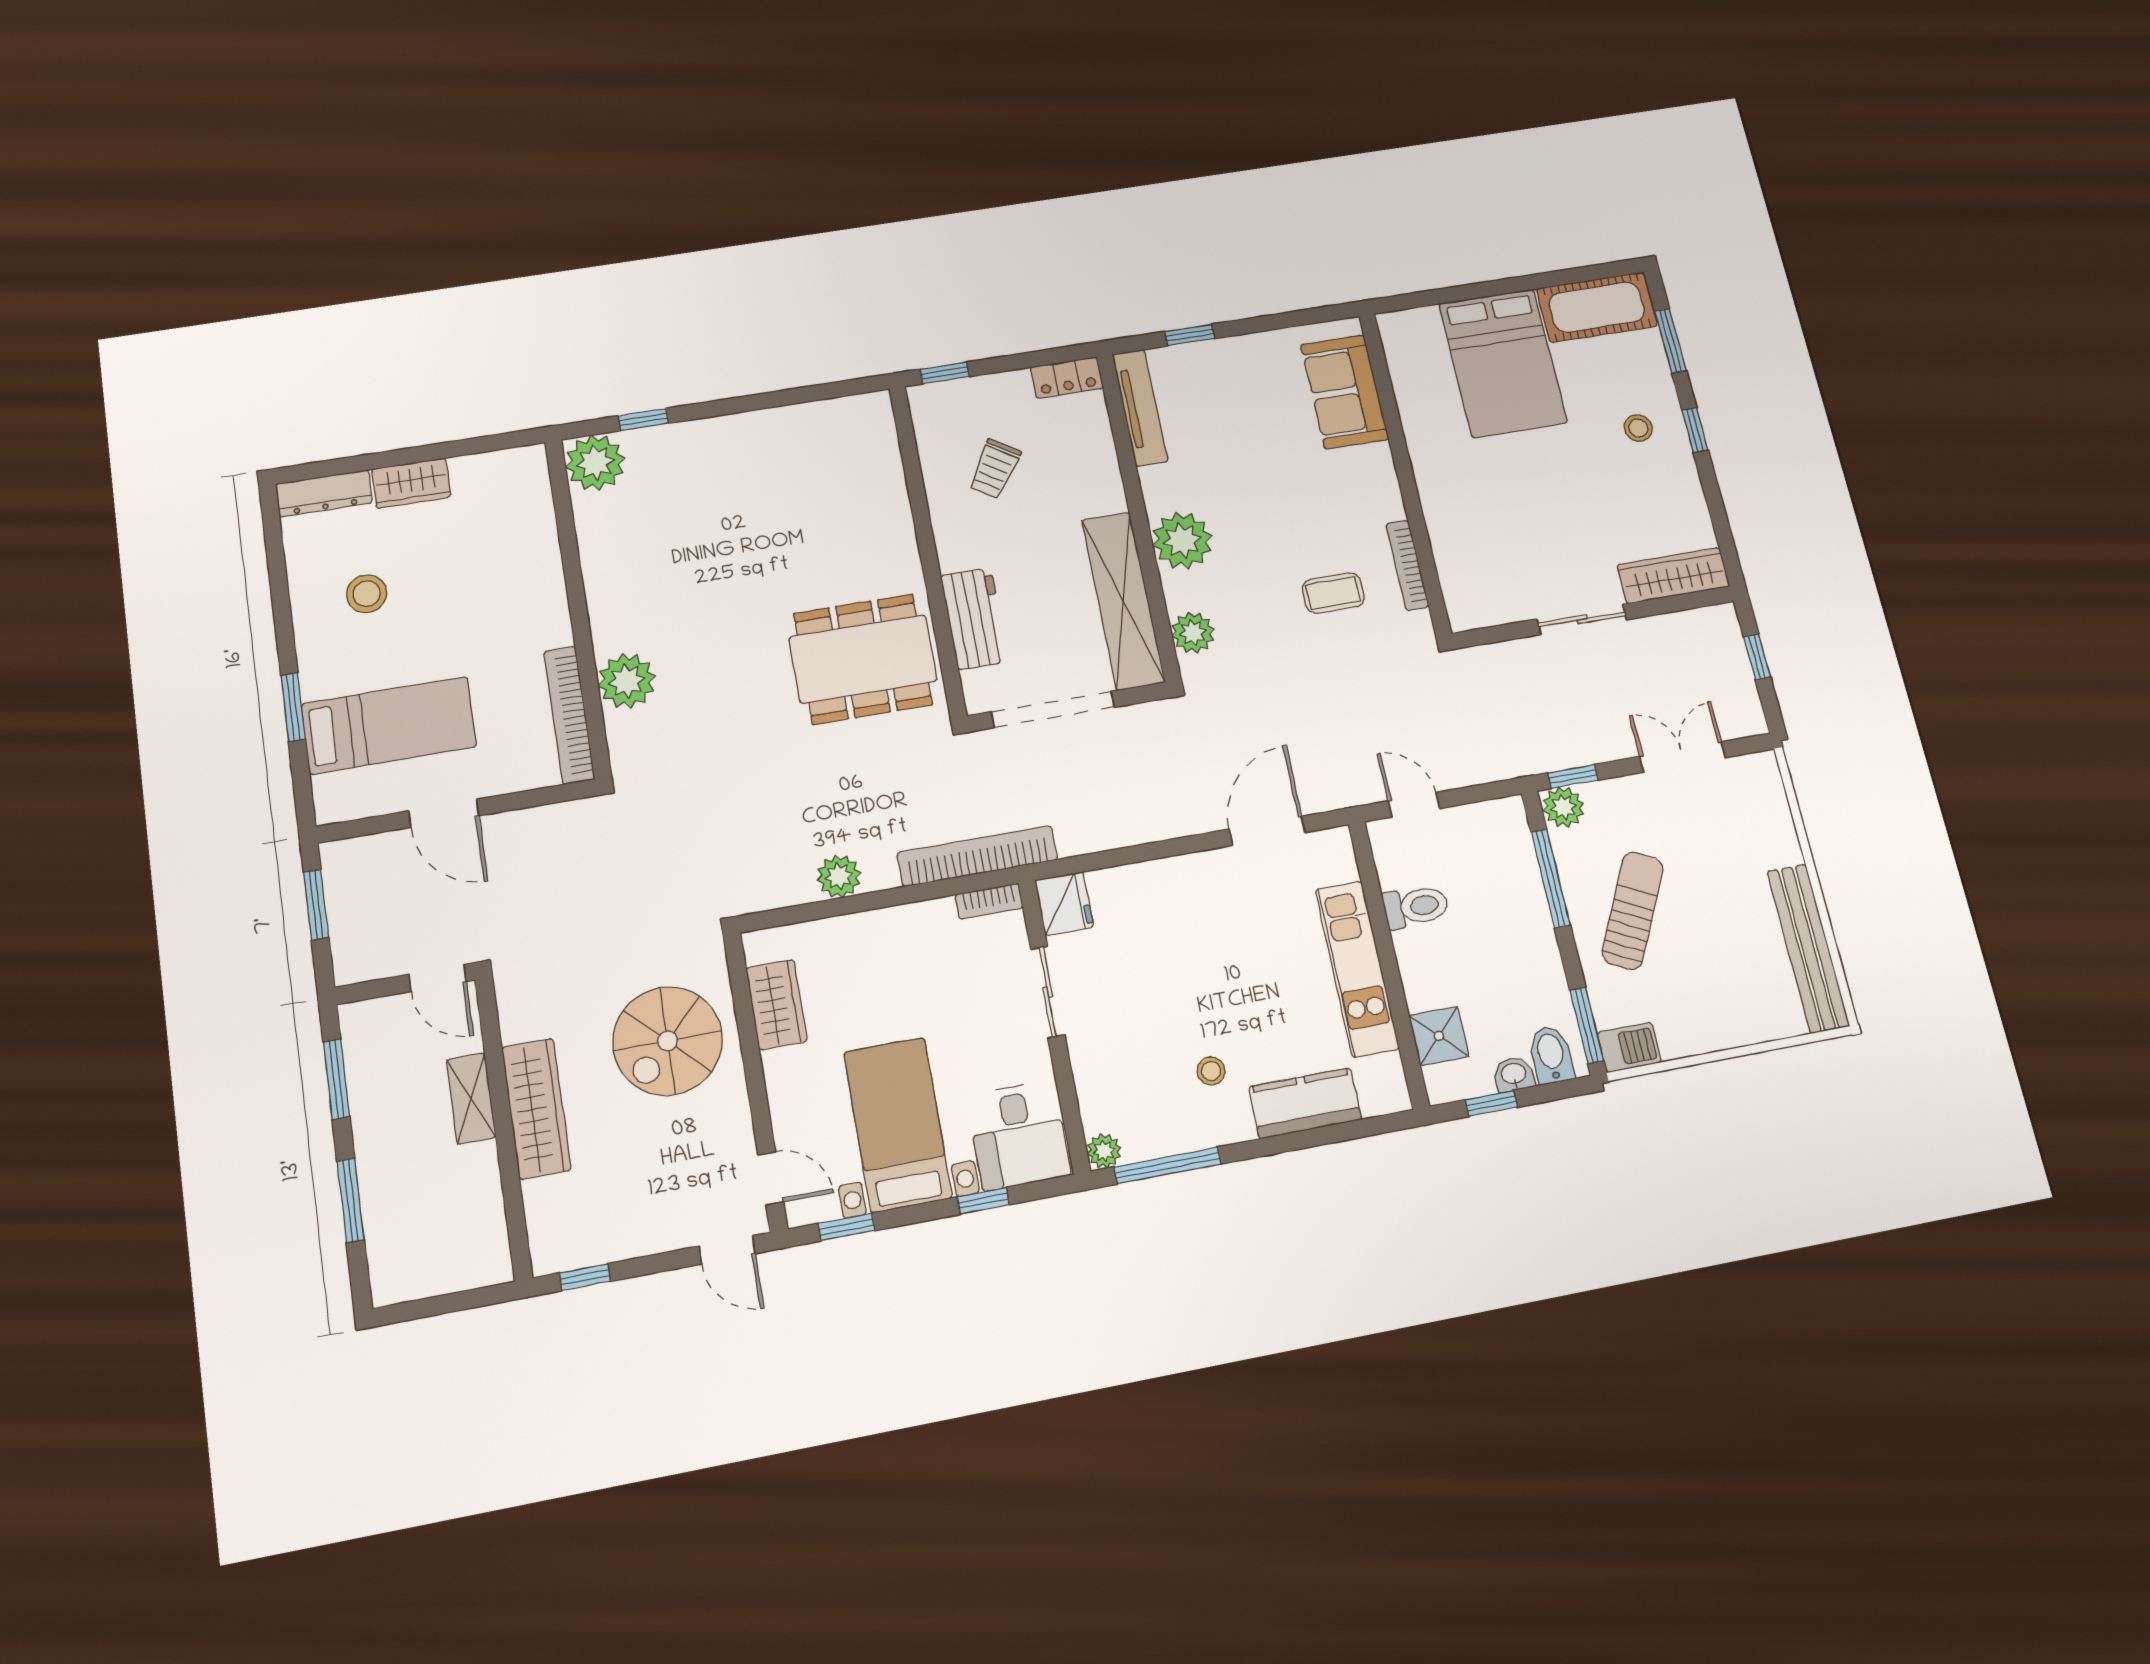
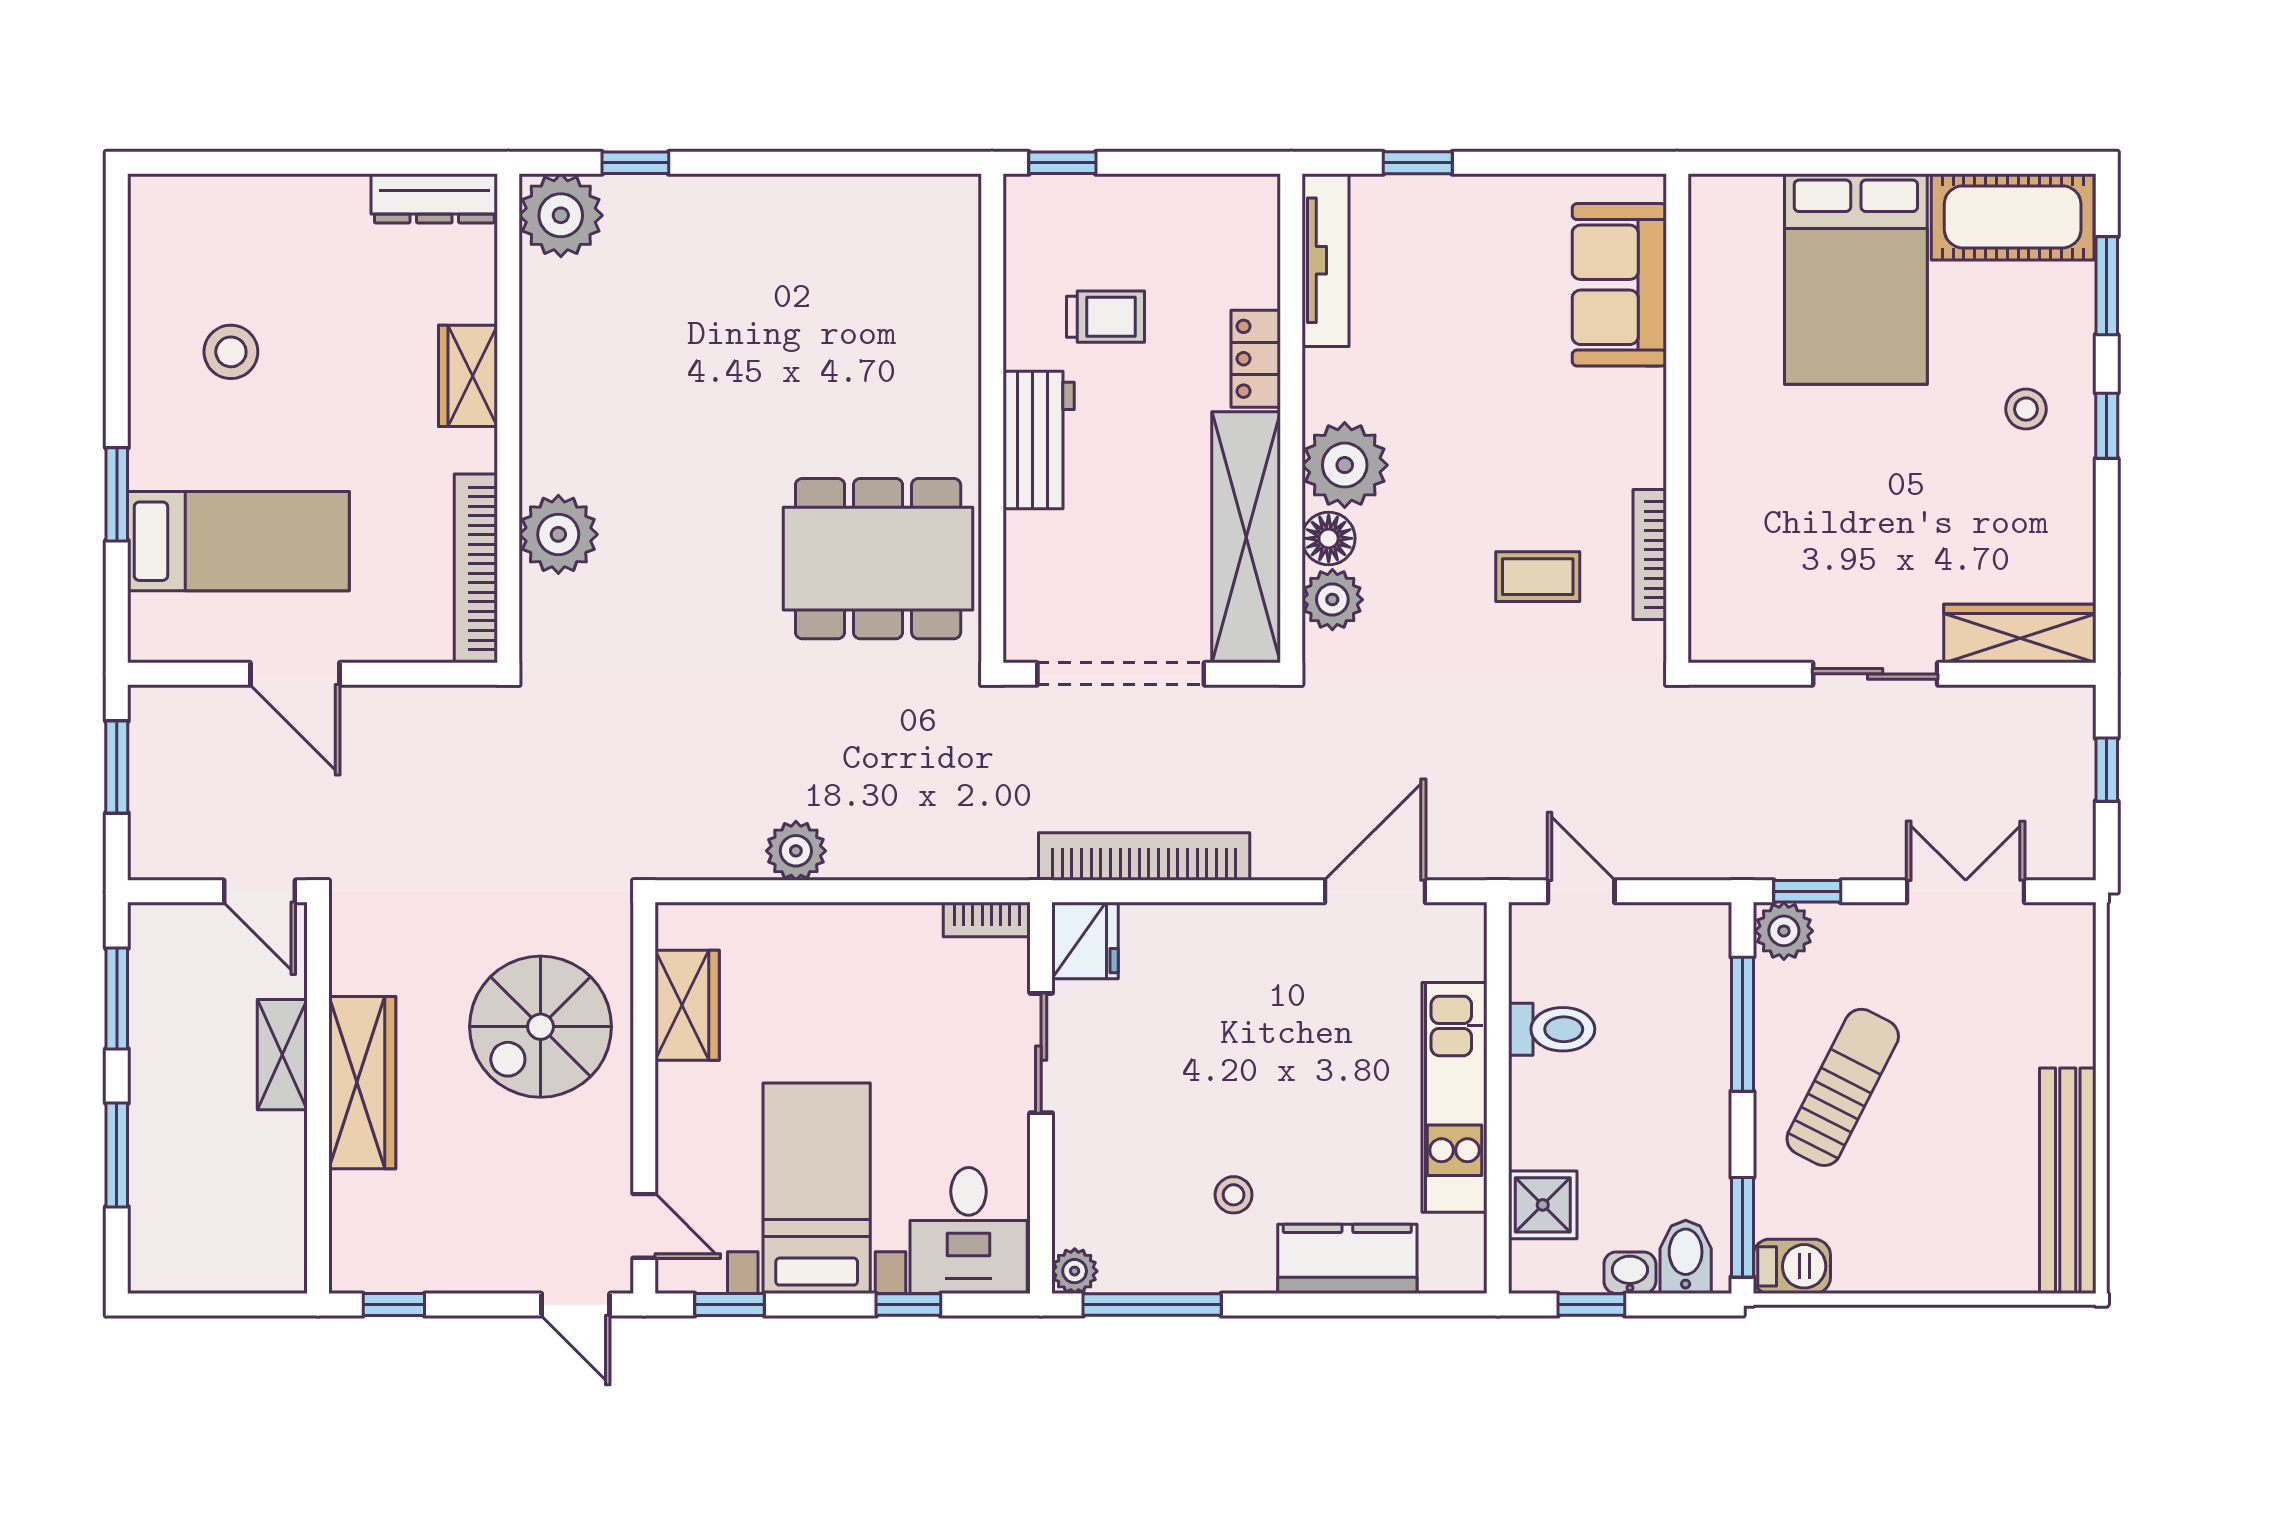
locker: (1067, 378) -> (1256, 359), moved, turned 90
trolley: (994, 469) -> (1106, 317), turned -123
wardrobe: (411, 483) -> (468, 376), moved, turned 90
dresser: (324, 493) -> (434, 198), moved
floor lamp: (1181, 592) -> (1329, 538), added
workbench: (975, 619) -> (1039, 440), moved
bookcase: (978, 856) -> (1144, 857), moved

